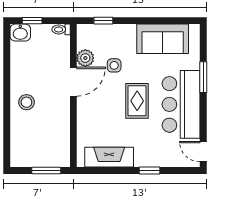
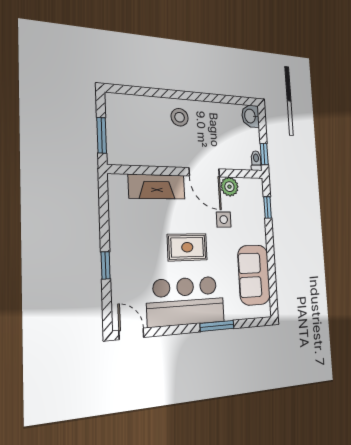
window: (32, 21) -> (264, 154), moved
door: (203, 152) -> (131, 334), hinge flipped
fireplace: (109, 157) -> (157, 187), moved, turned 90

